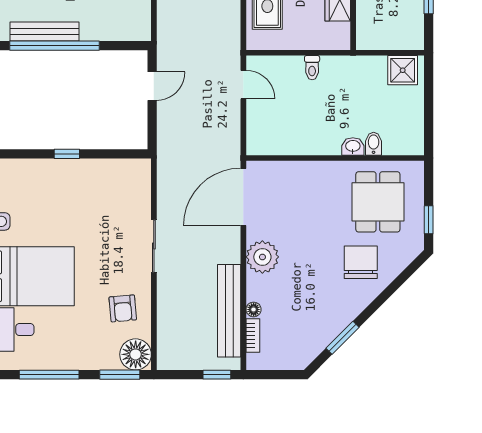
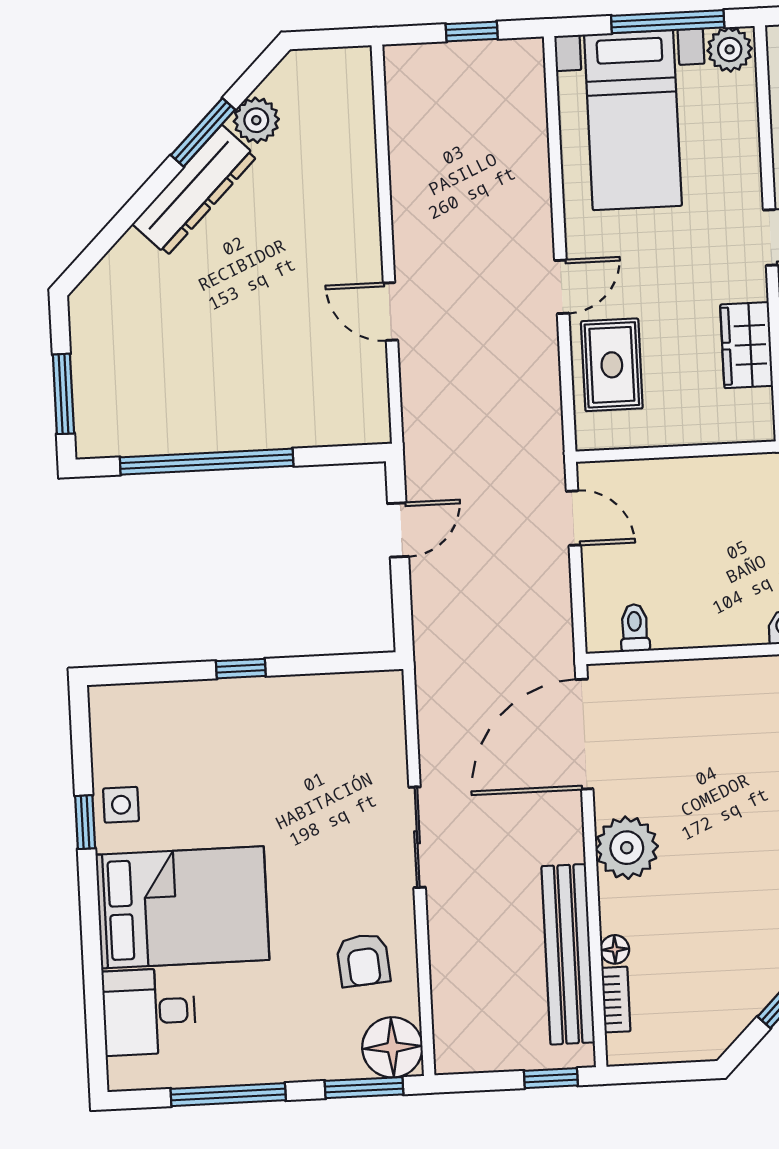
bench: (45, 31) -> (186, 435), removed
toilet: (312, 68) -> (635, 628), moved, turned 180

